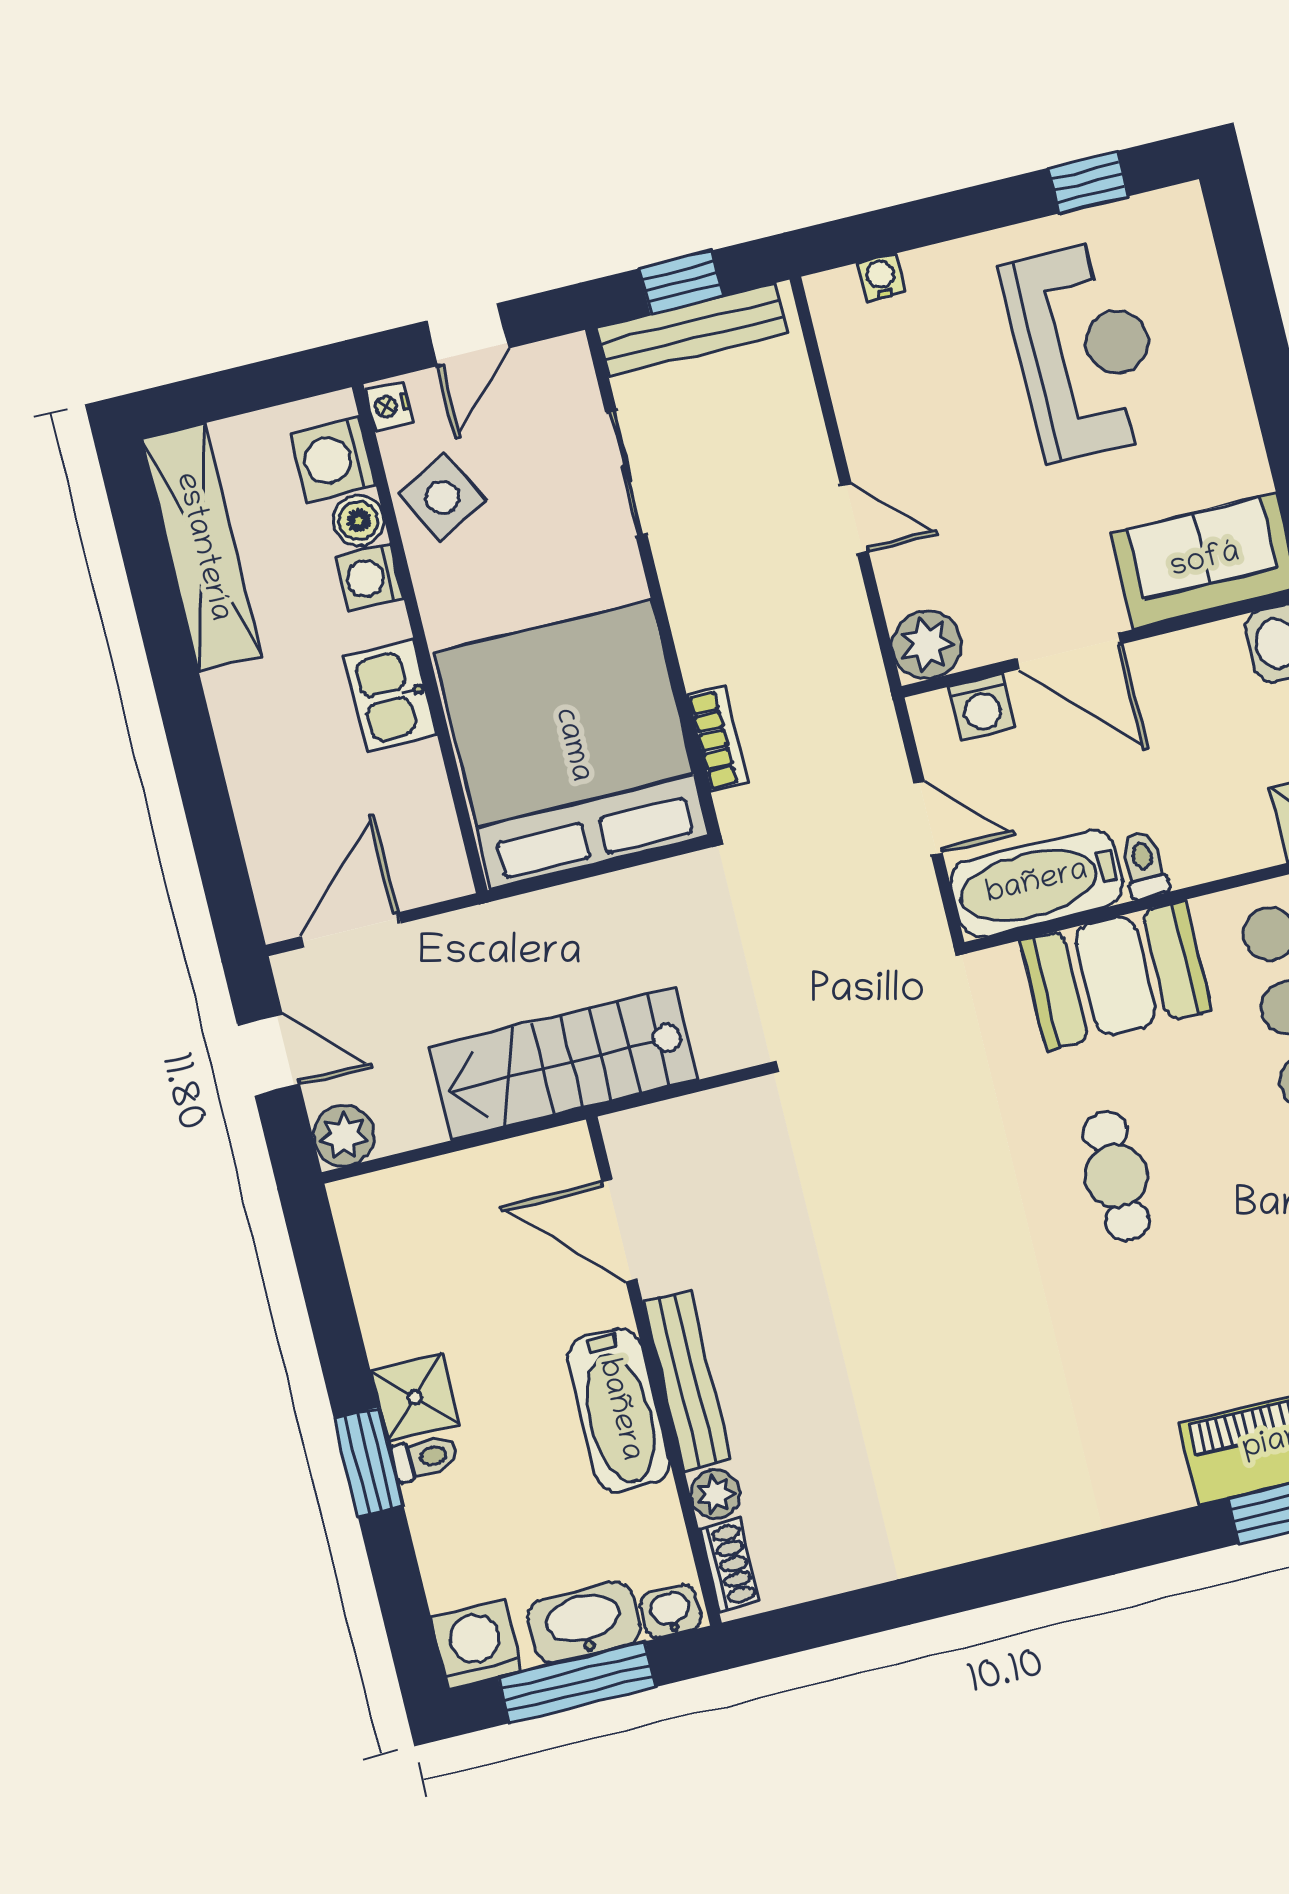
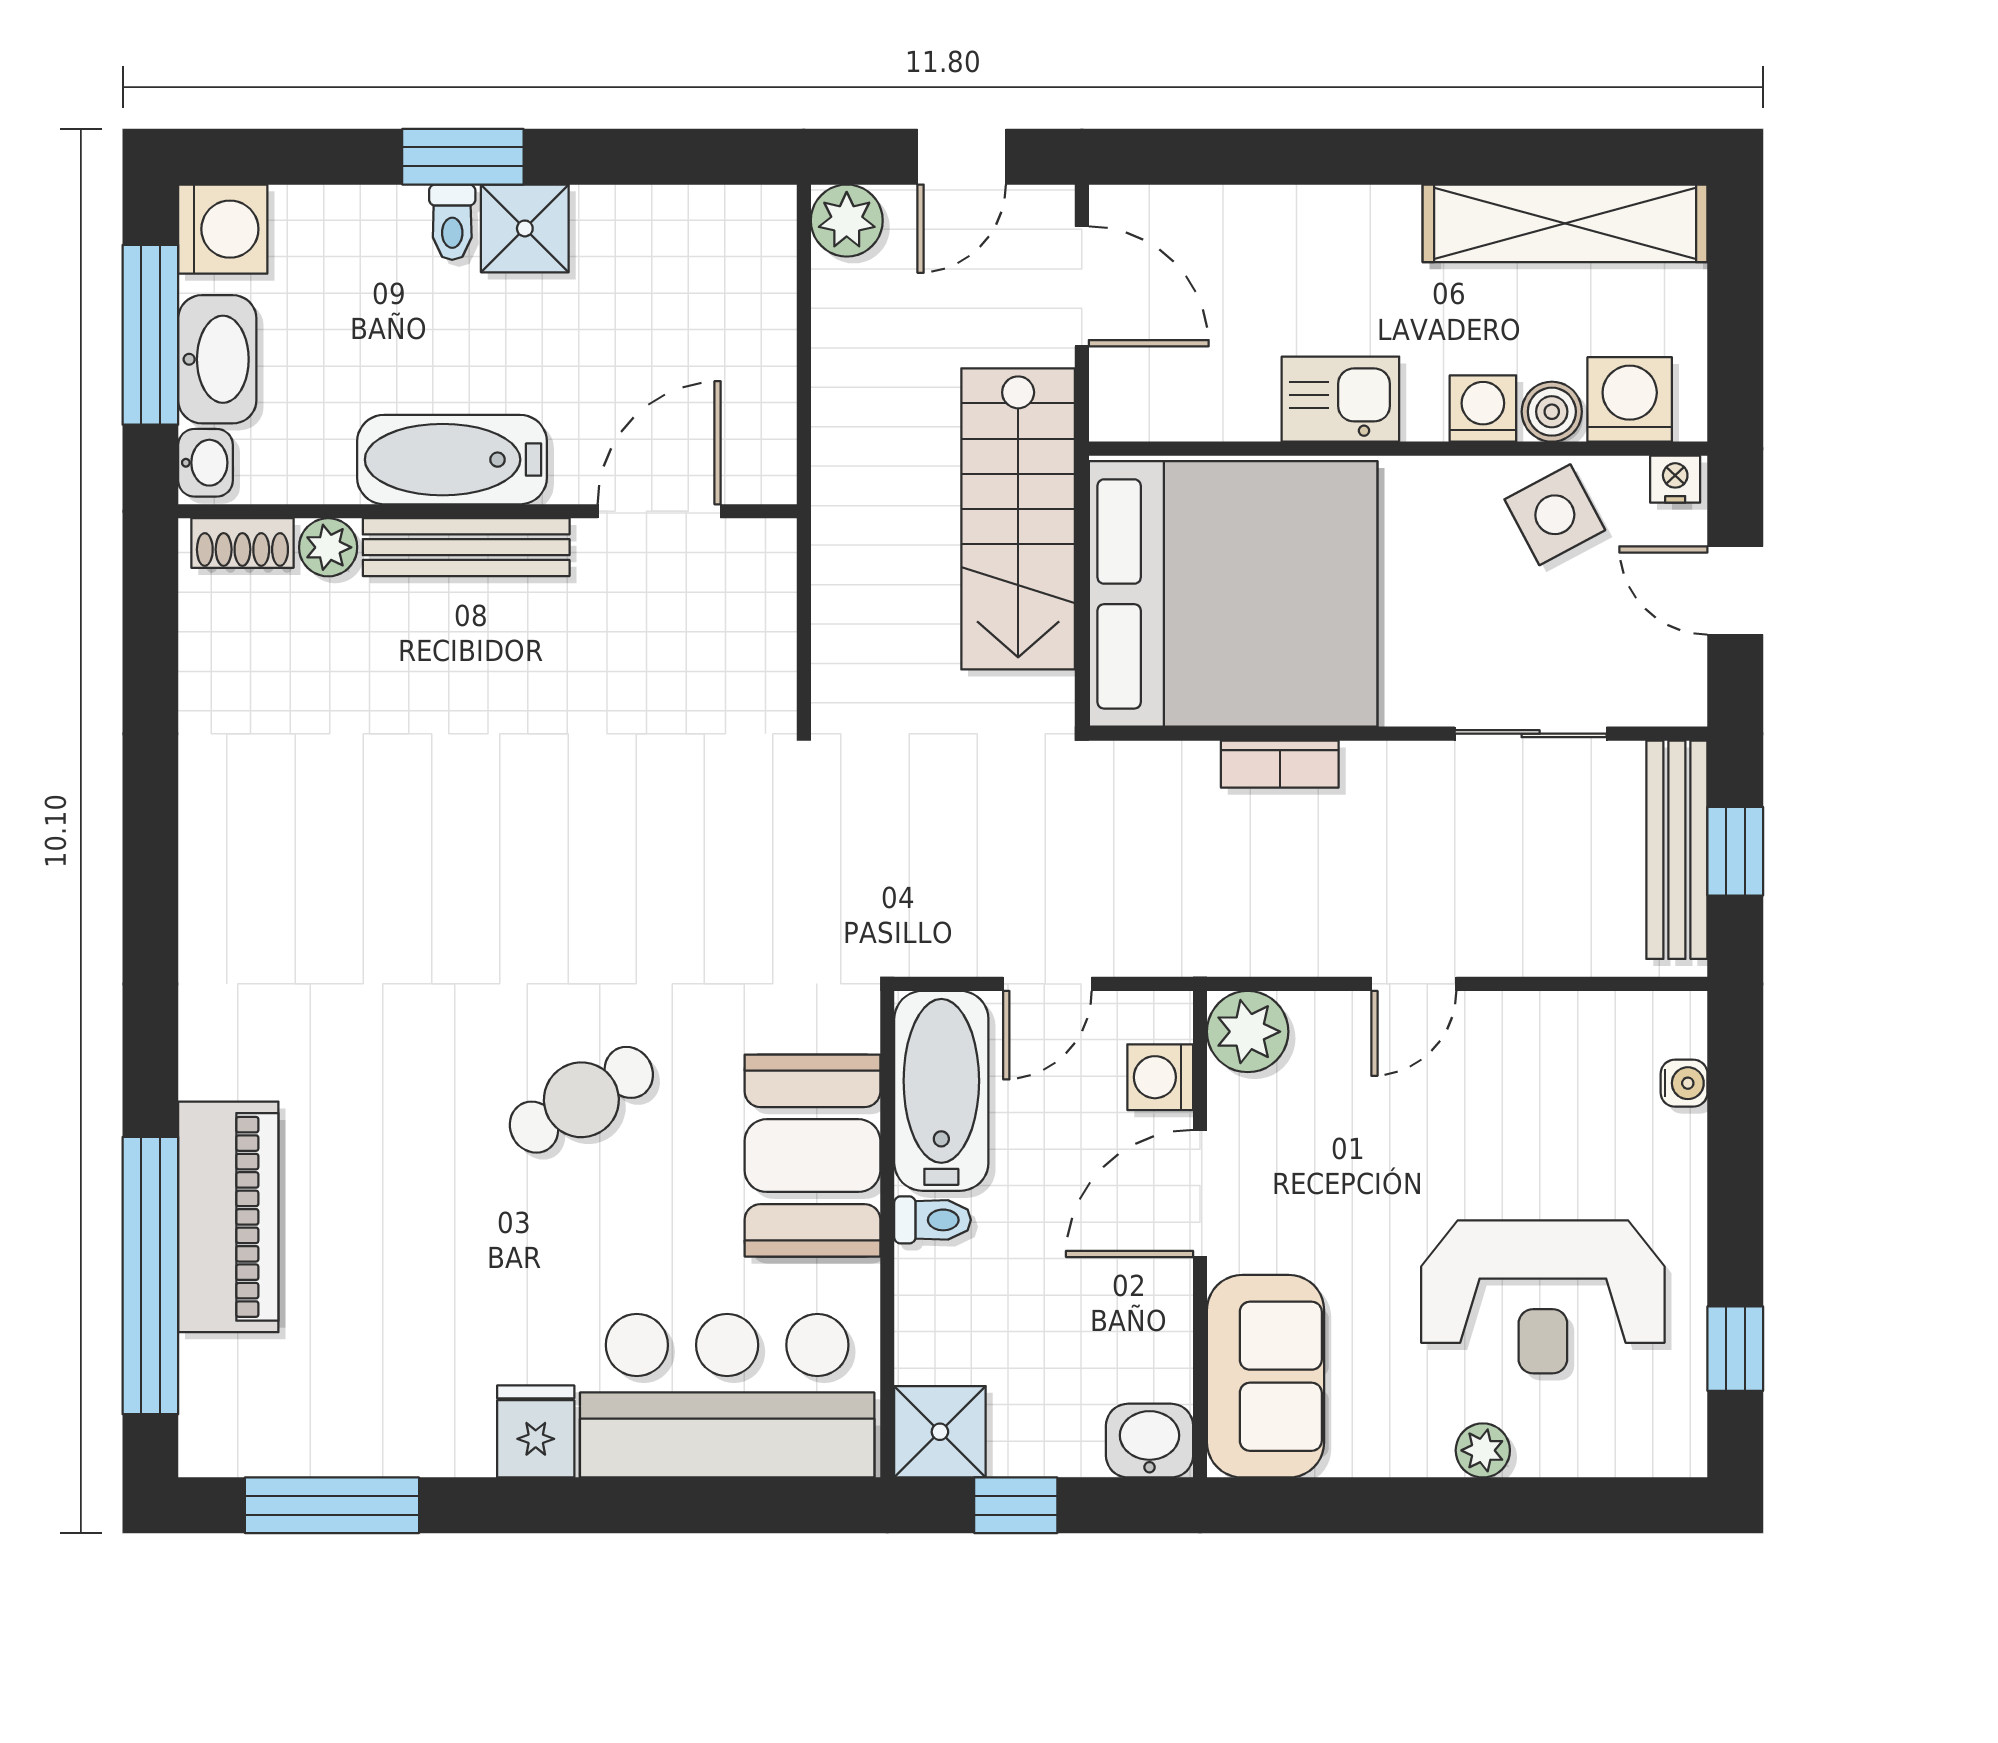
plant: (1222, 368) -> (1483, 1450), added
bookcase: (718, 739) -> (1280, 764), moved
stairs: (564, 1064) -> (1018, 519), moved, turned 180
cafe table: (1116, 1176) -> (581, 1100), turned -30

